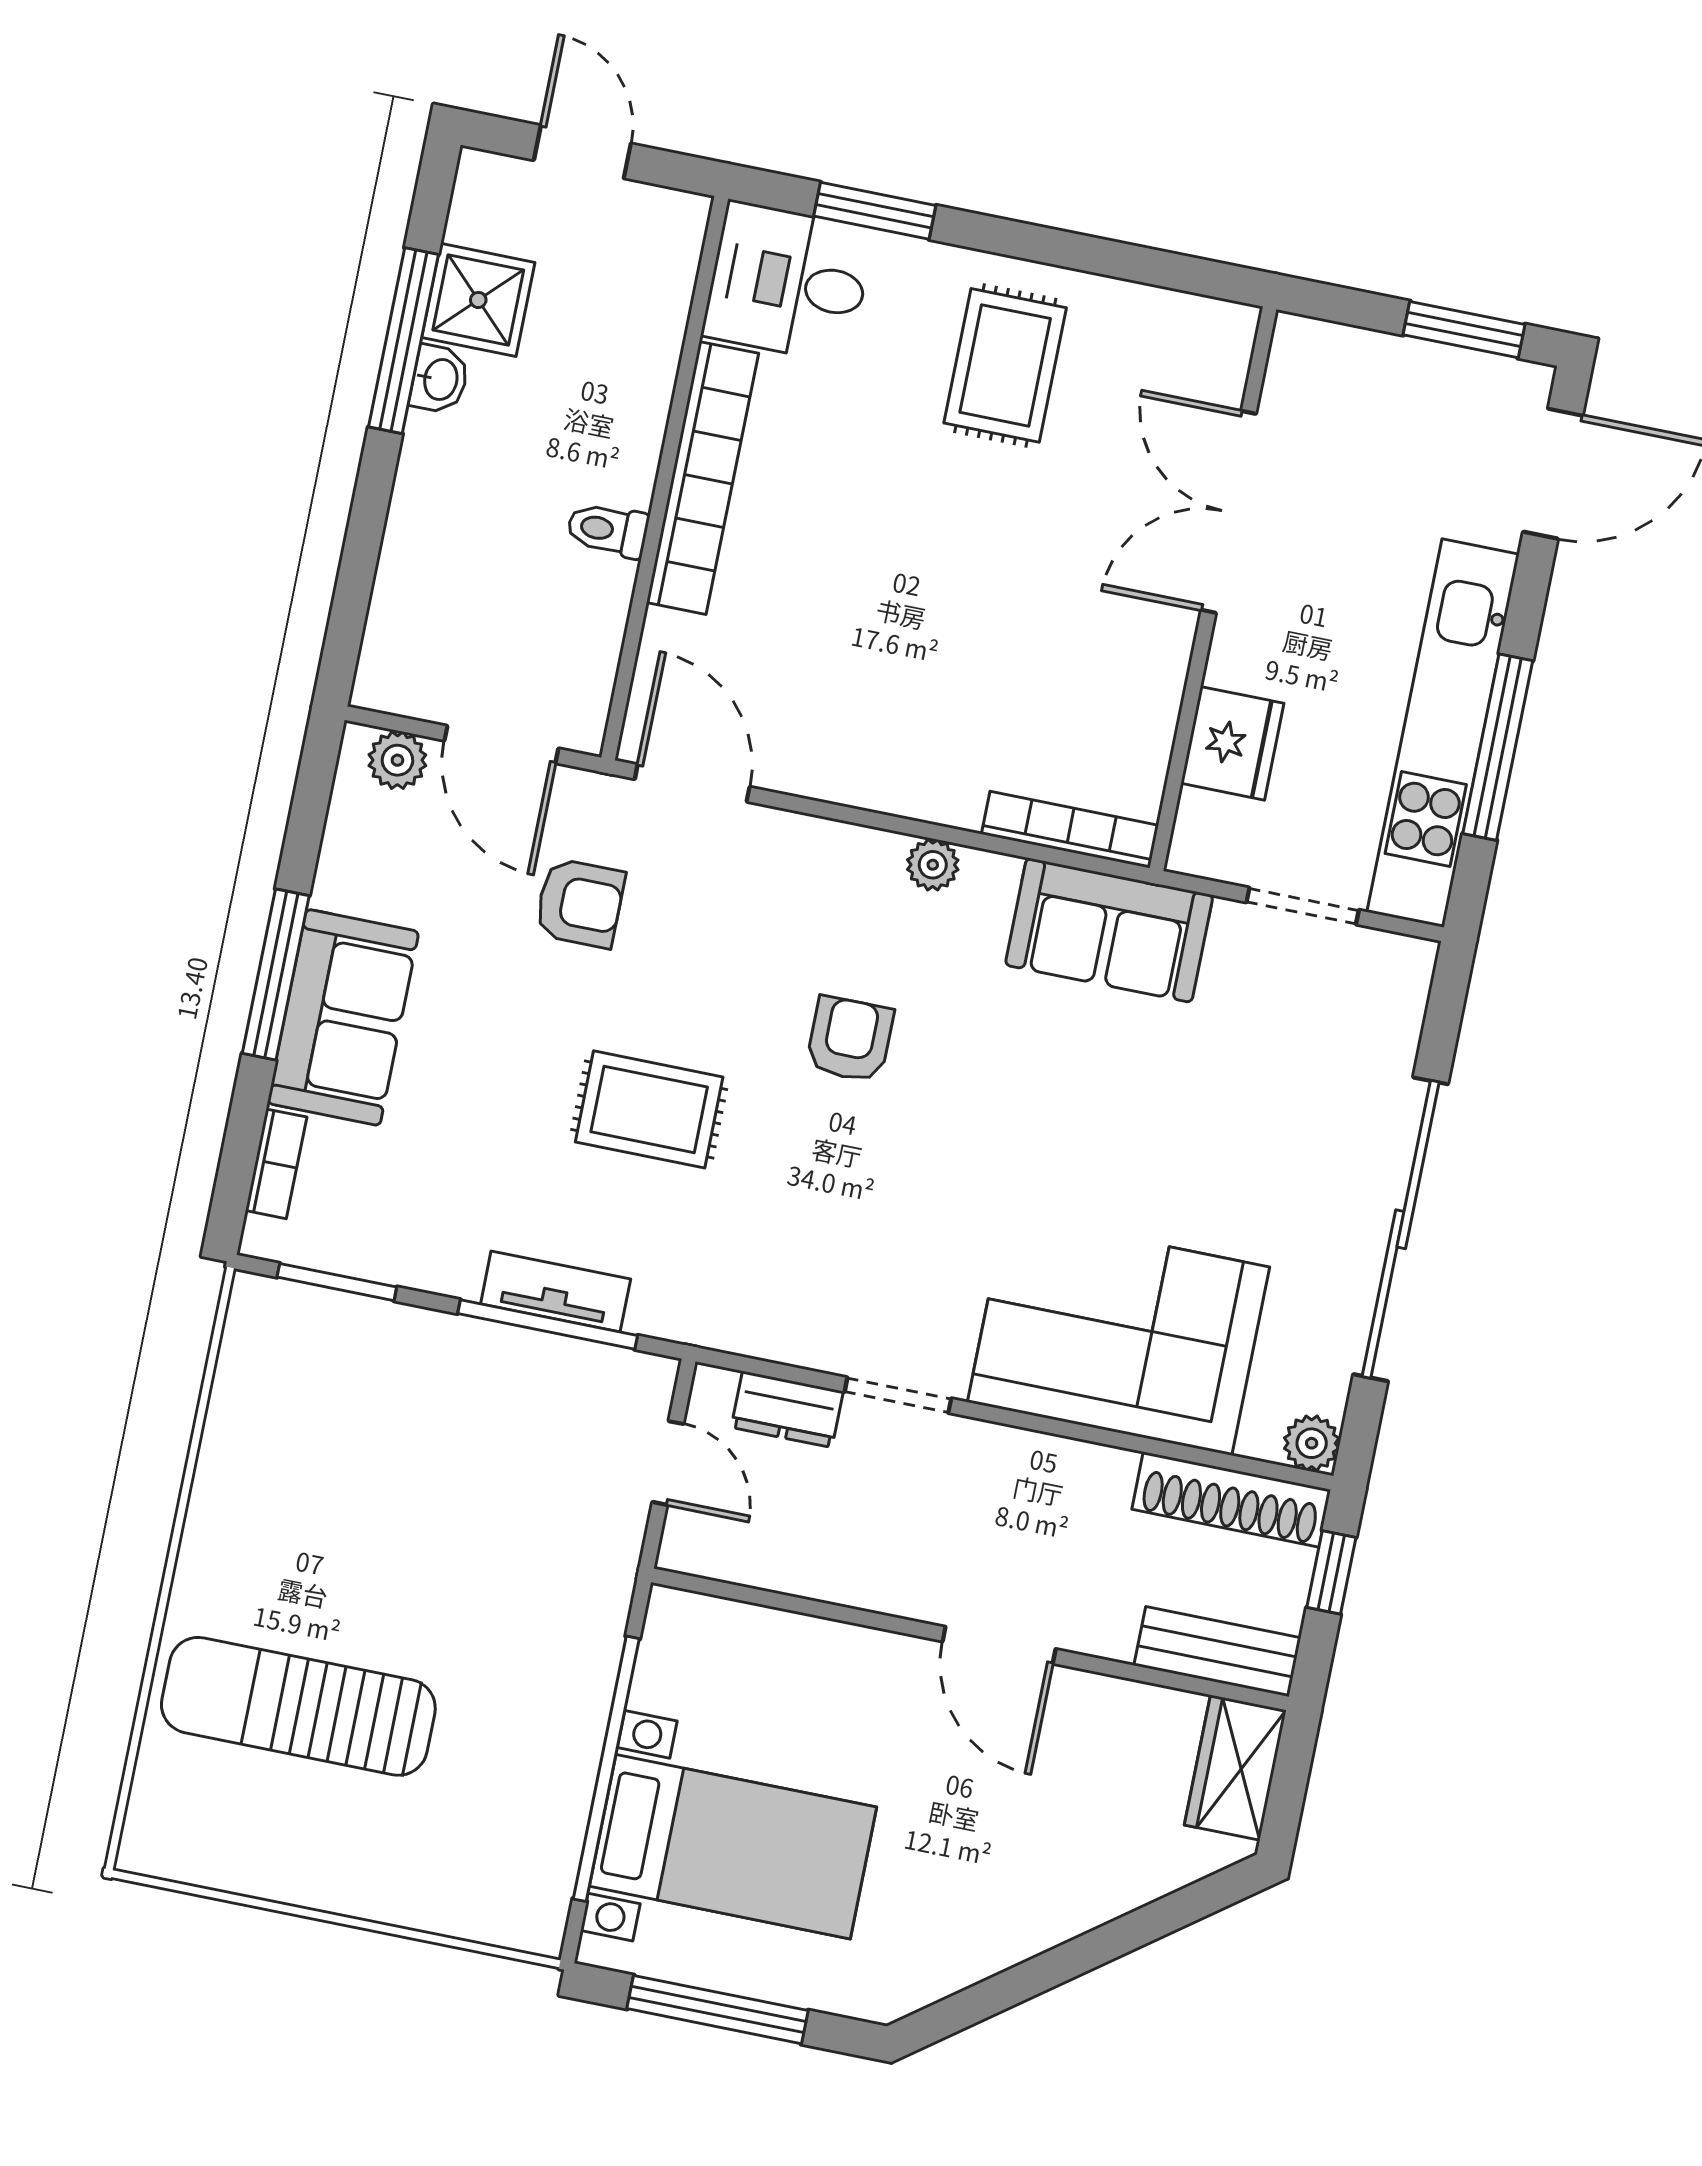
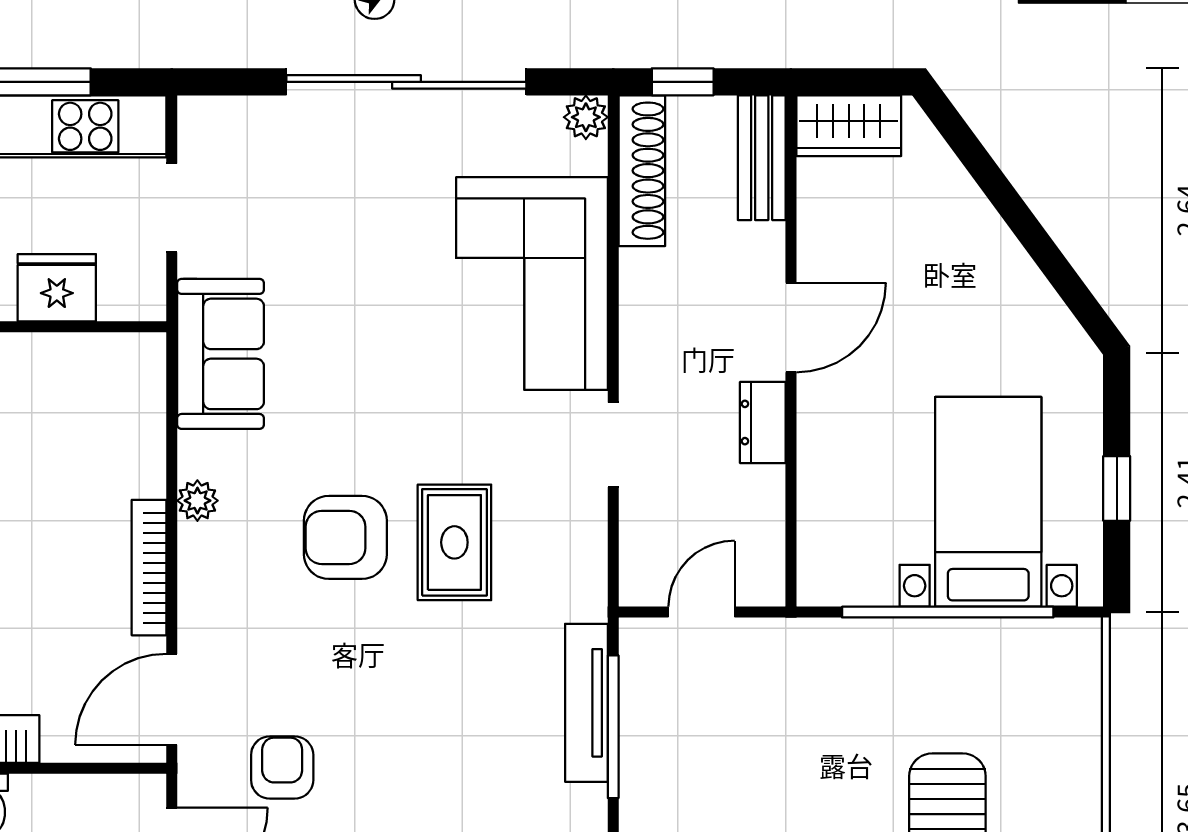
bookcase: (1070, 830) -> (149, 568), moved
armchair: (850, 1039) -> (345, 537), width x1.38, depth x1.38
rug: (649, 1109) -> (454, 542), moved
tv unit: (556, 1292) -> (586, 703), width x1.41
dresser: (787, 1409) -> (763, 423), moved, turned 180
window: (718, 2010) -> (1117, 488), width x0.46

